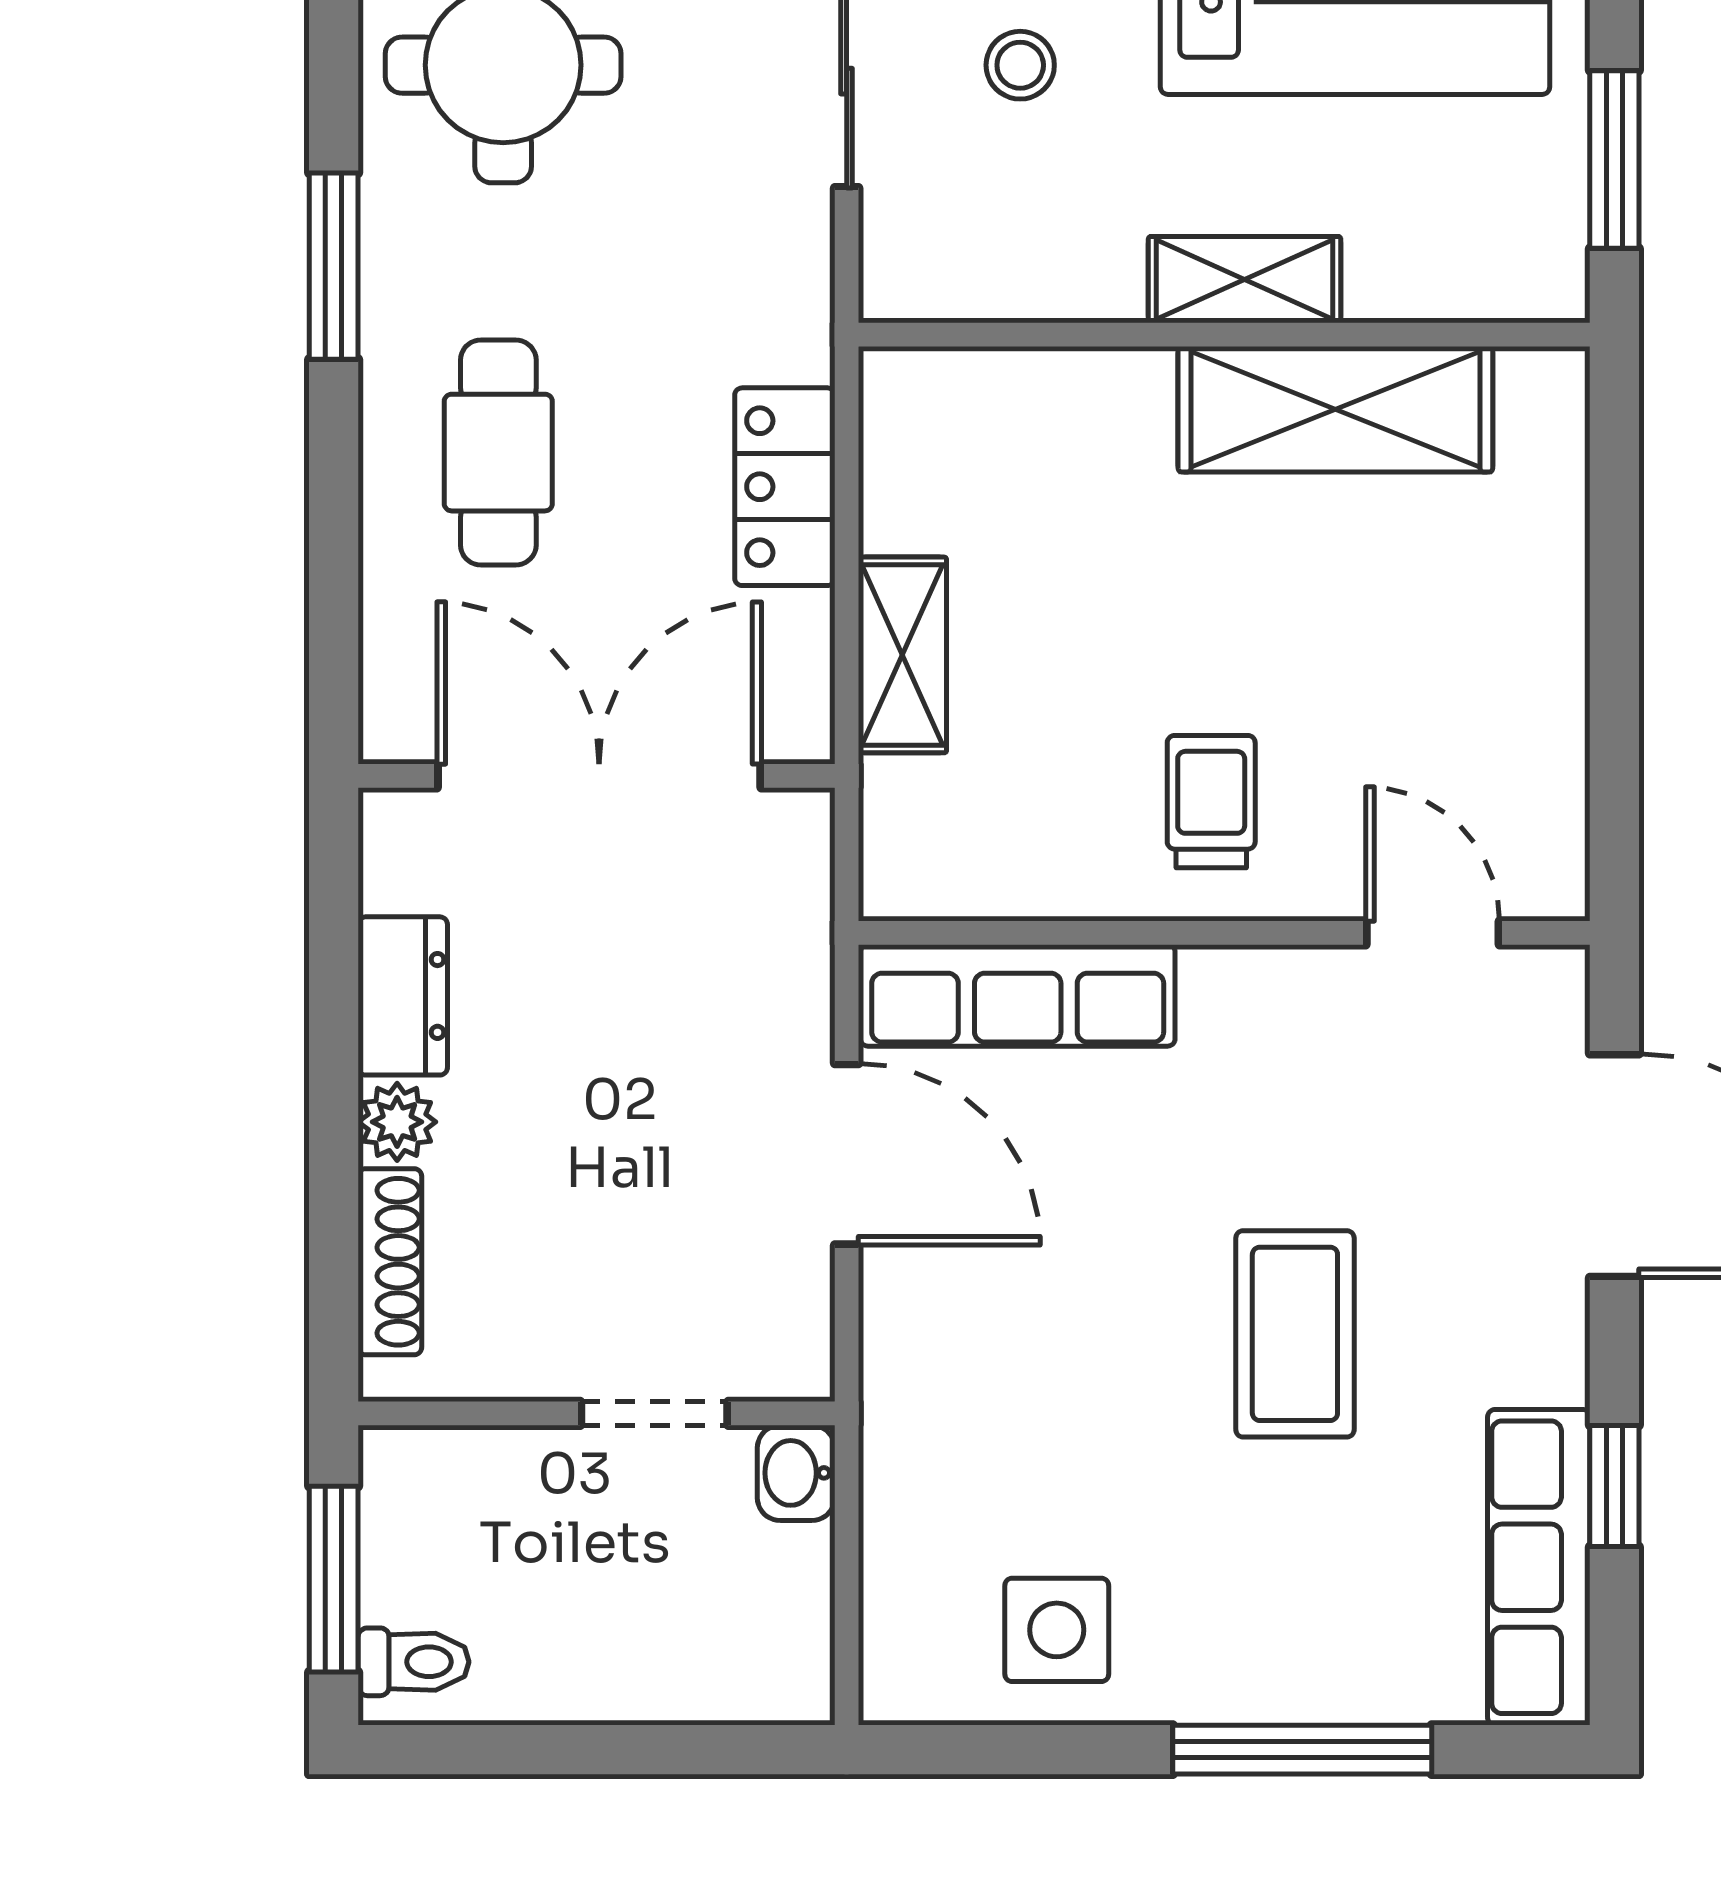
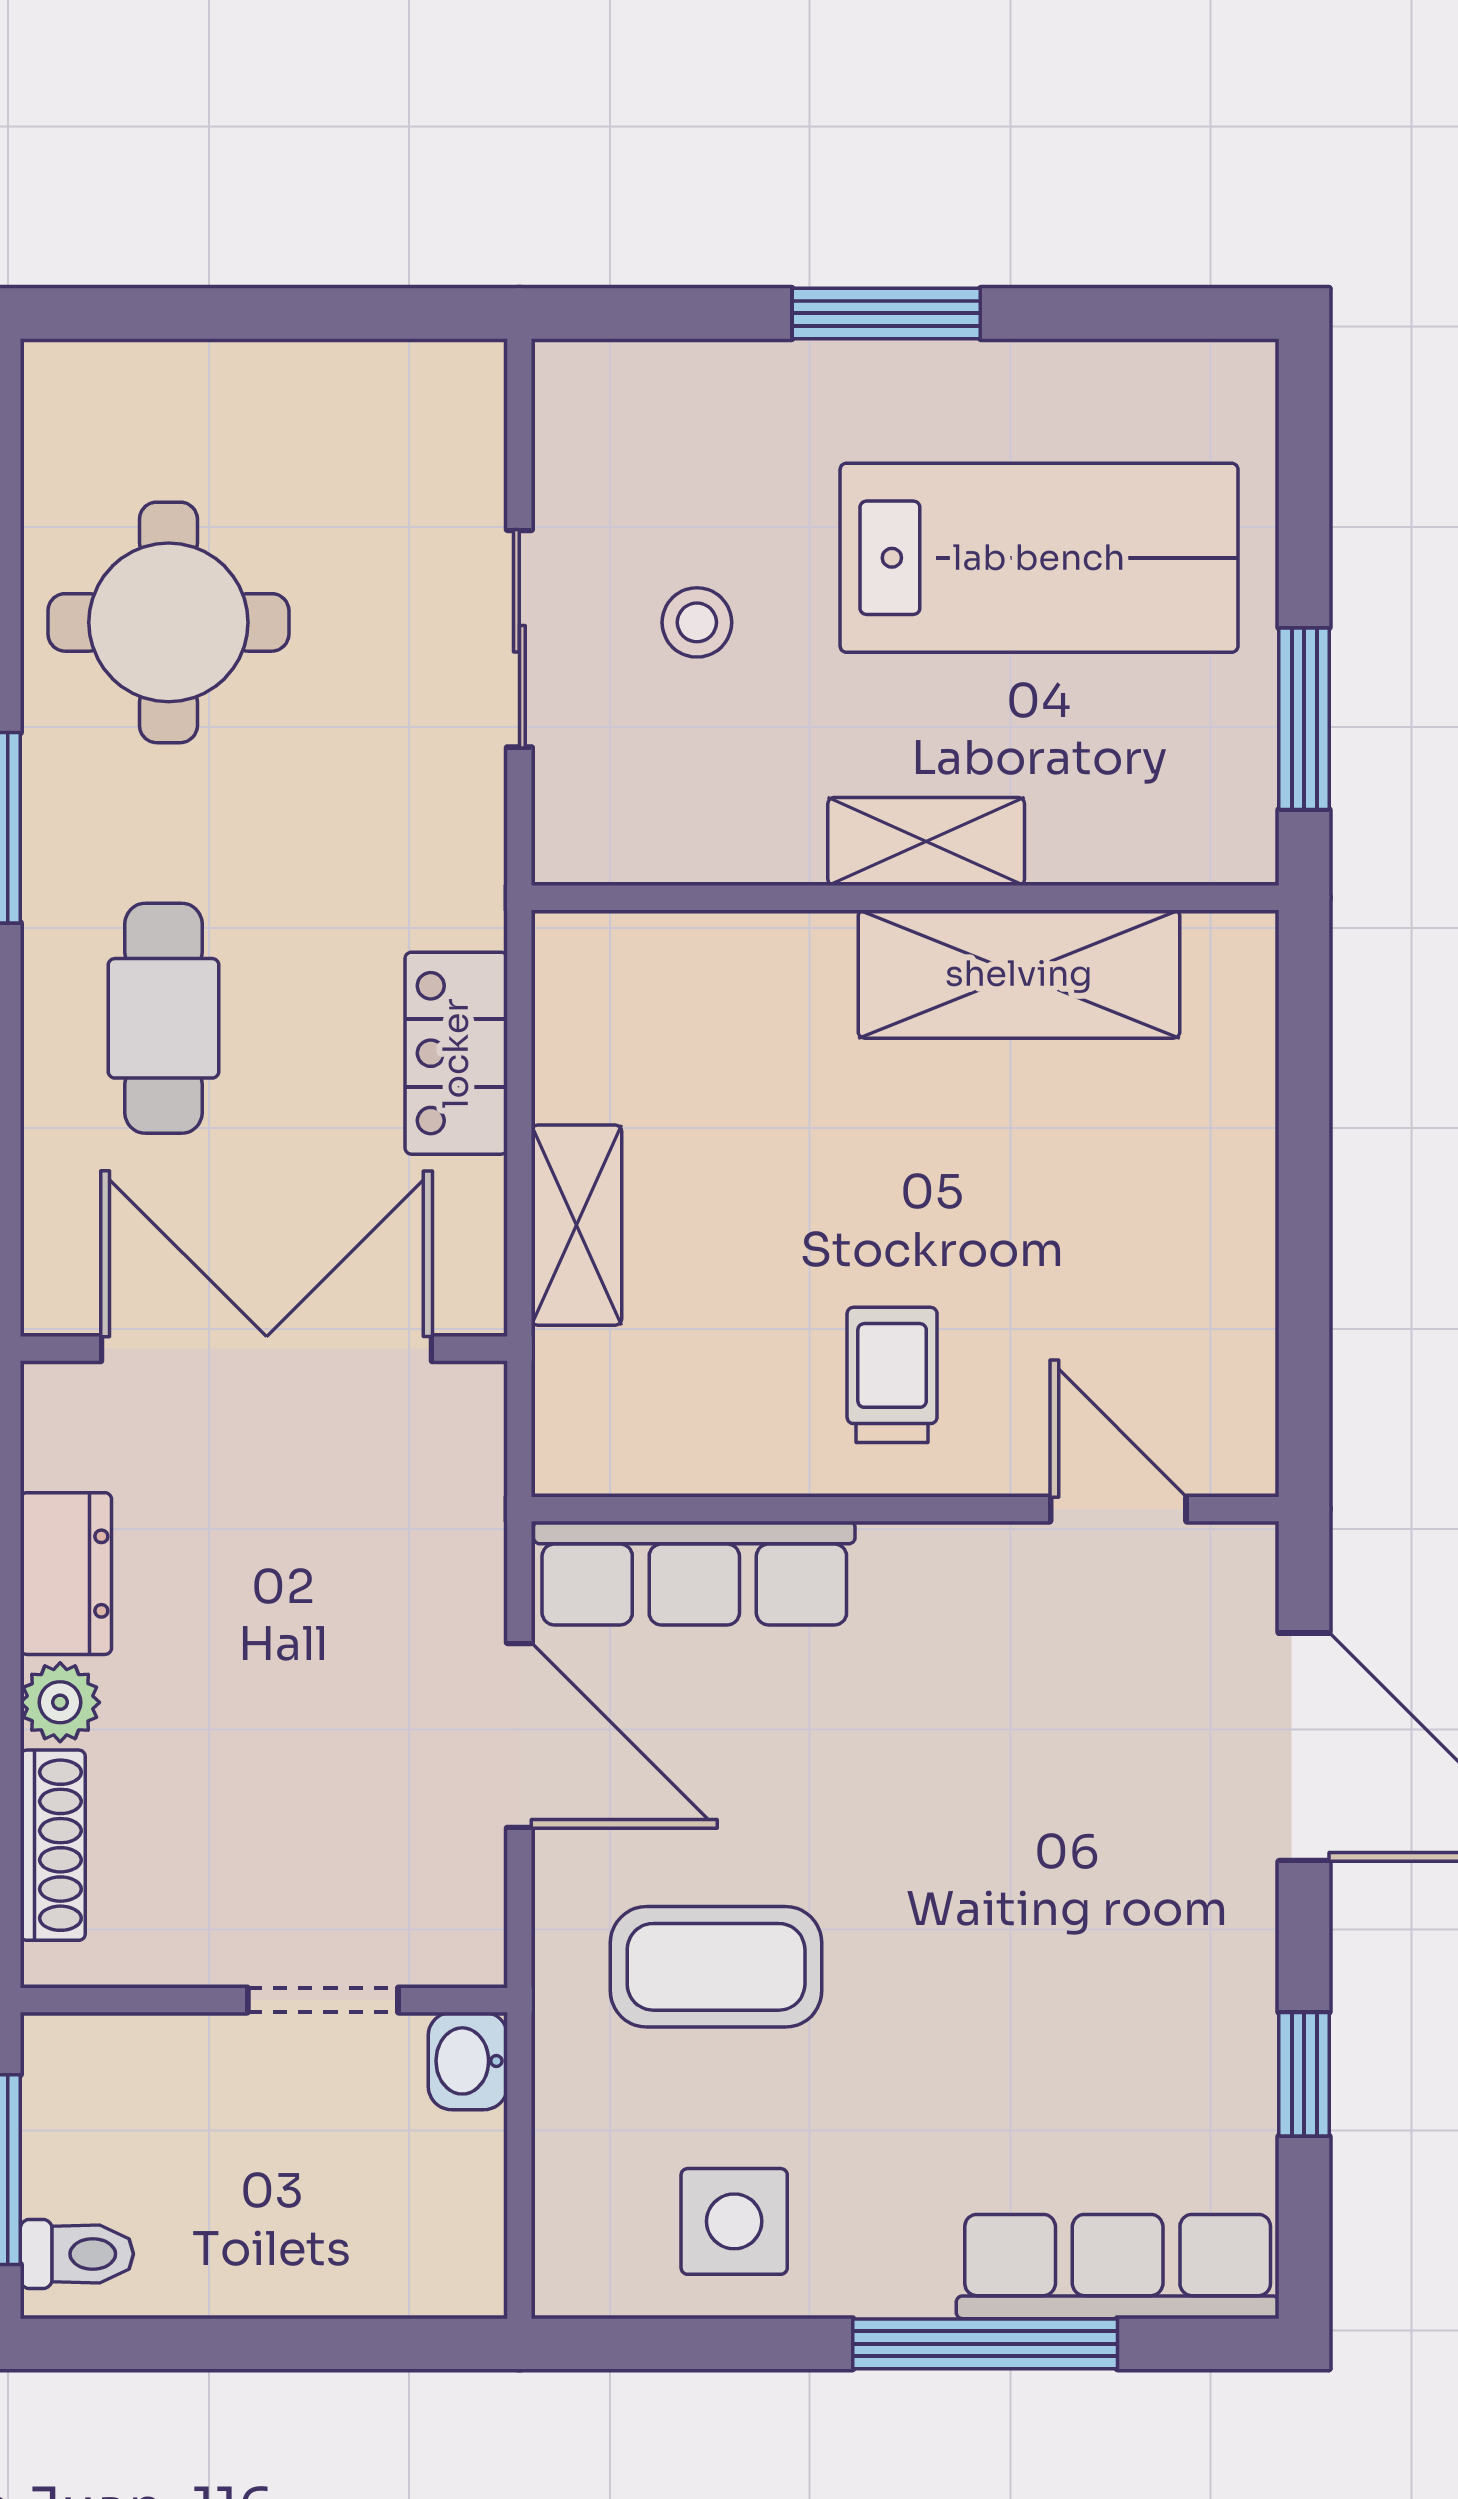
coffee table: (1295, 1334) -> (716, 1967), moved, turned 90
row of seats: (1539, 1567) -> (1118, 2267), moved, turned 90

